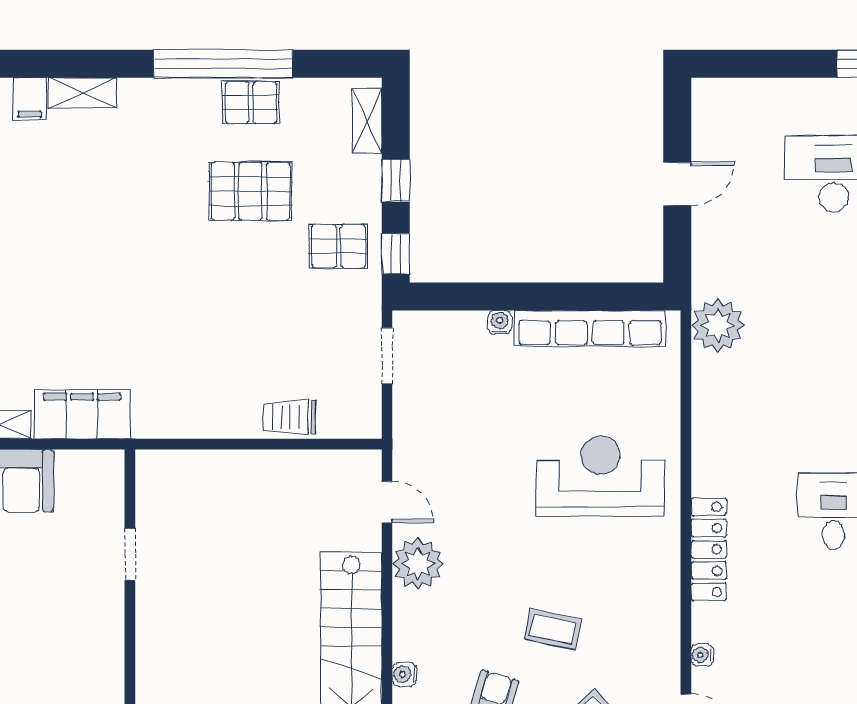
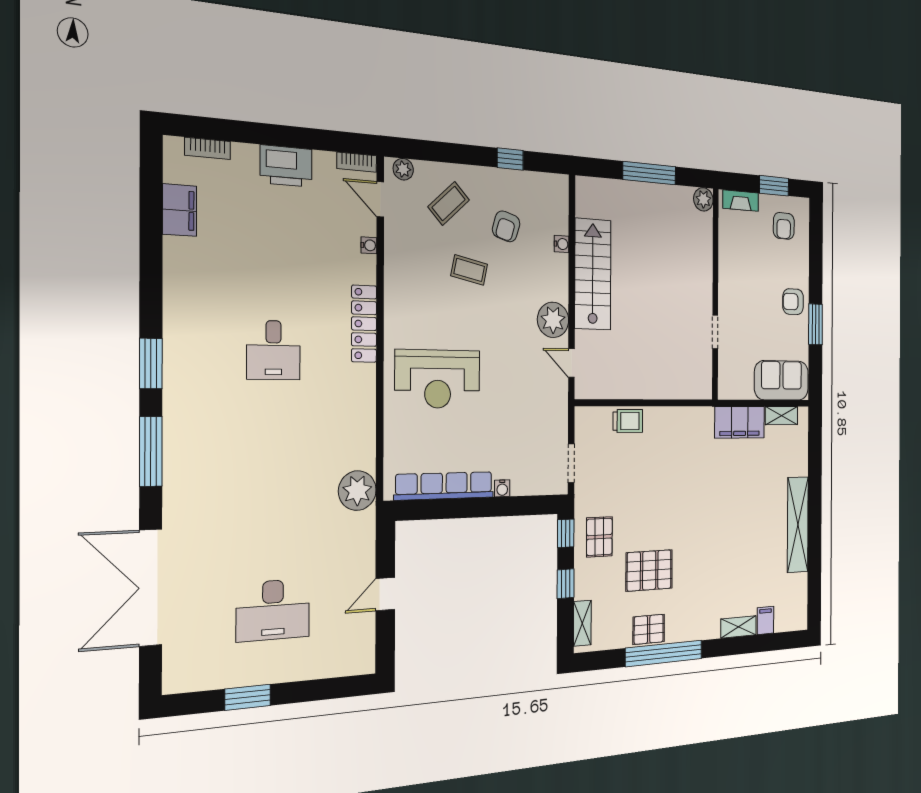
pallet: (338, 246) -> (599, 537), turned 90

